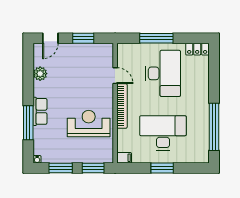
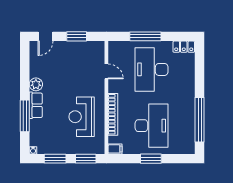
desk: (163, 73) -> (152, 69), turned 180
plant: (40, 74) -> (36, 84), moved
bookcase: (122, 106) -> (113, 114), moved
reception desk: (89, 124) -> (82, 117), turned -90
desk: (163, 133) -> (152, 126), turned 90

